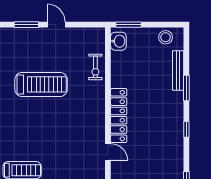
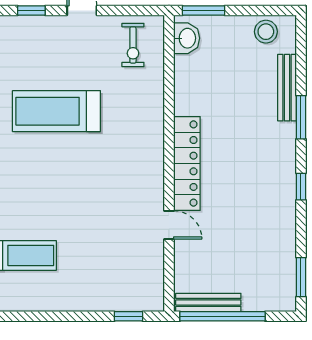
window: (26, 25) -> (31, 11), width x0.67
exercise bike: (95, 67) -> (133, 45), moved
treadmill: (41, 84) -> (56, 111), turned 180

